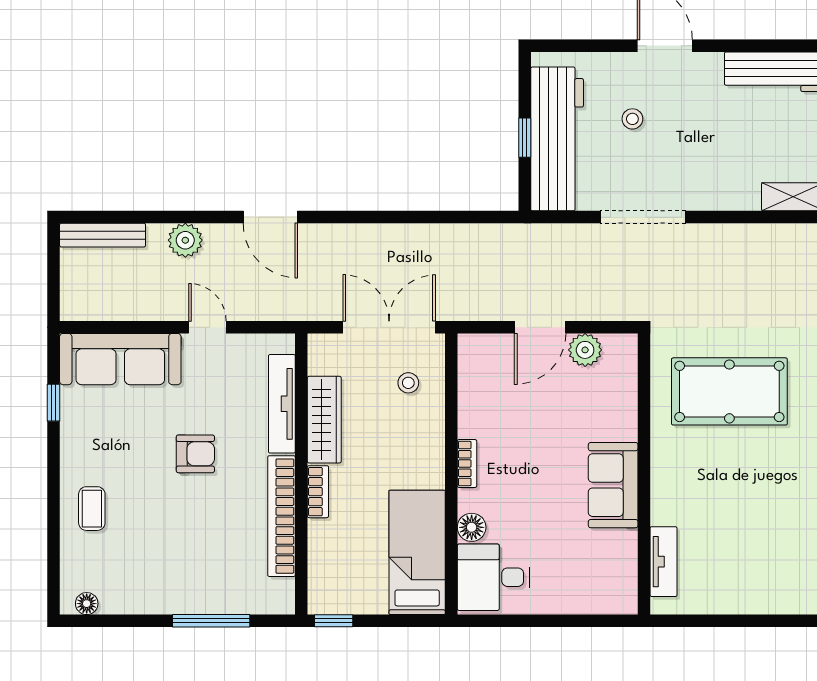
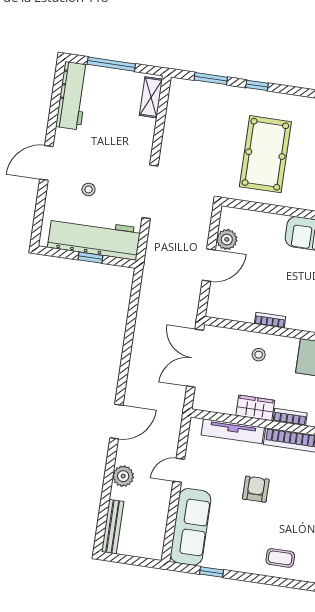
door: (540, 327) -> (209, 265), hinge flipped
stool: (408, 383) -> (259, 355), moved
wardrobe: (324, 420) -> (255, 408), width x0.67
bookcase: (467, 463) -> (270, 320), moved

